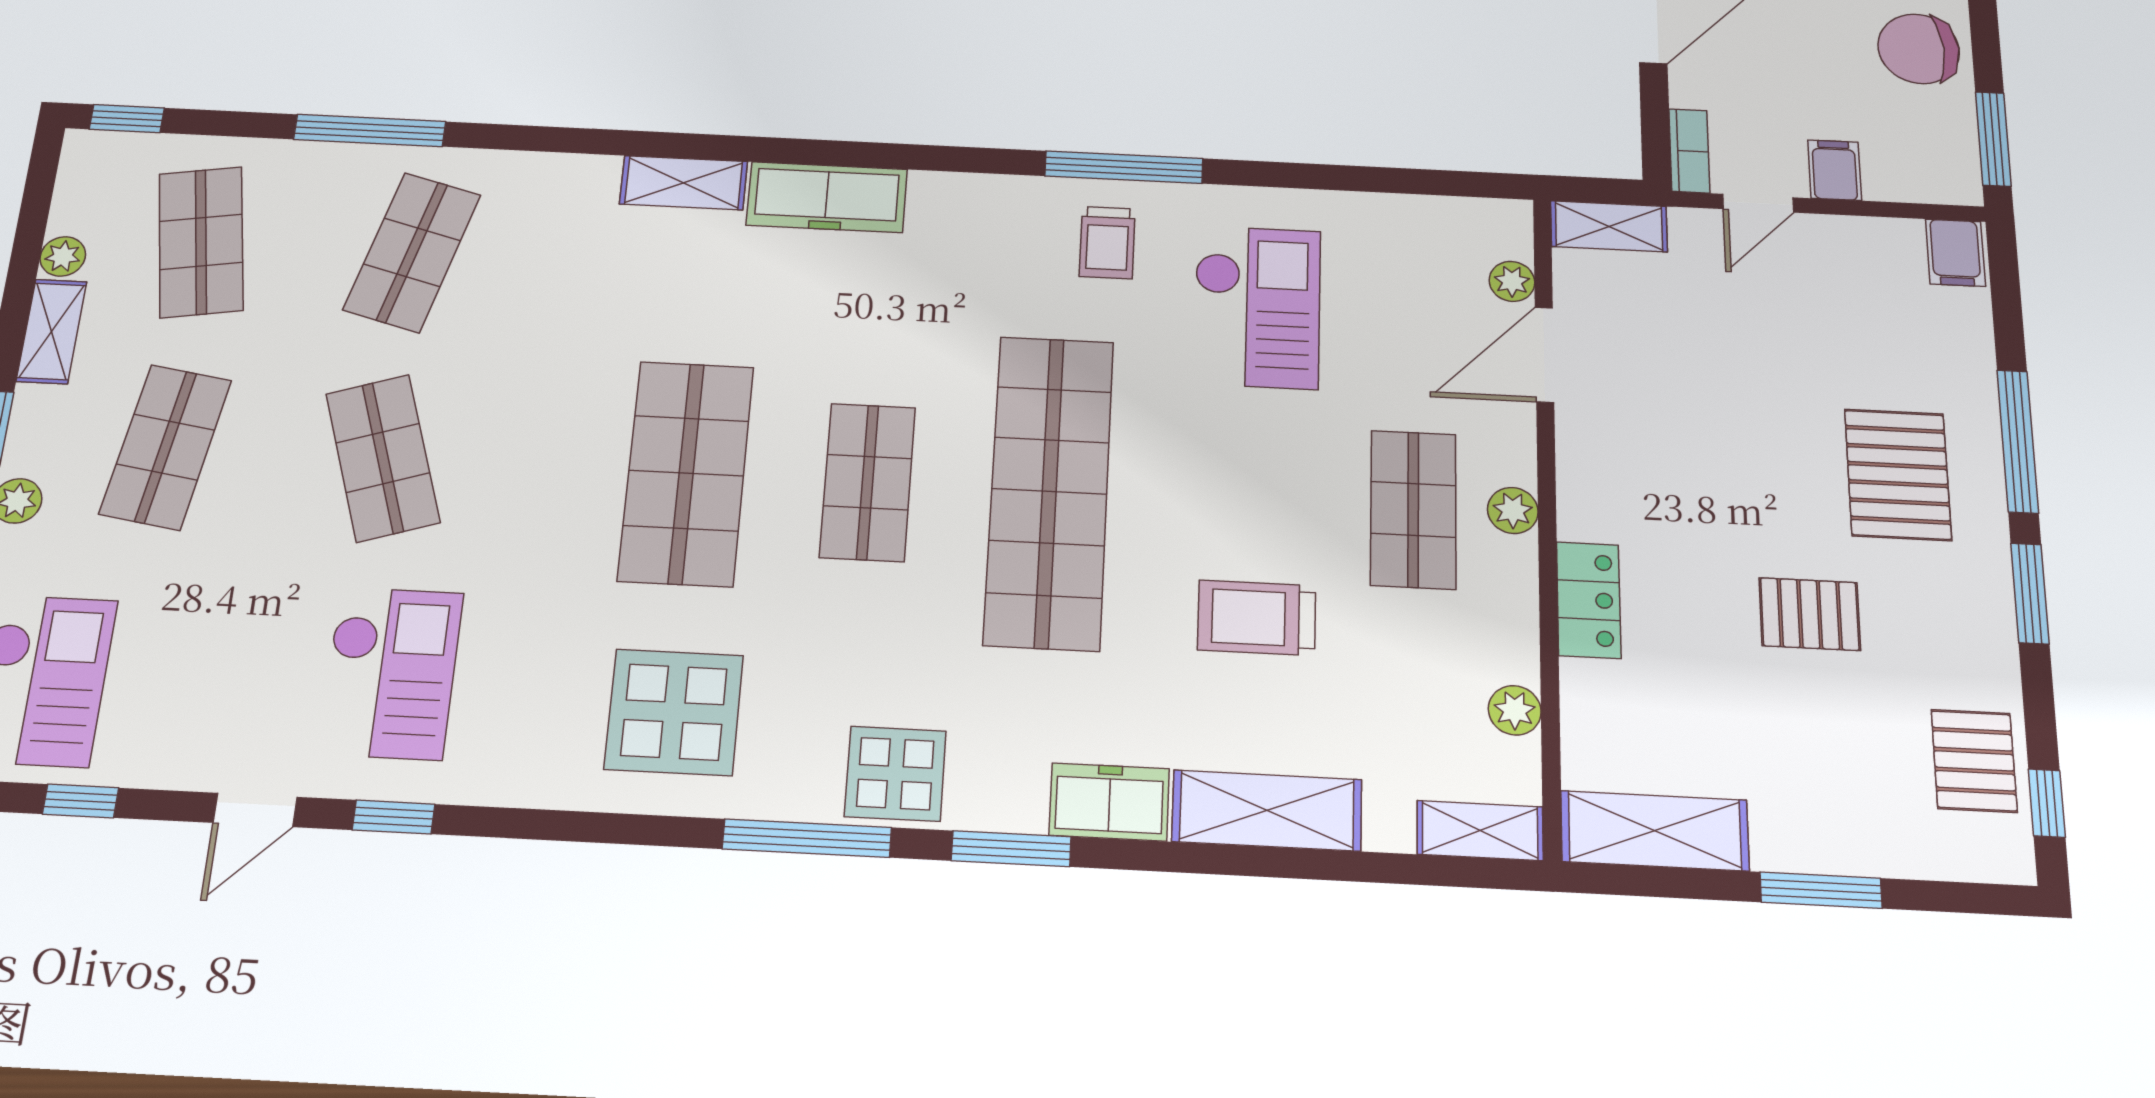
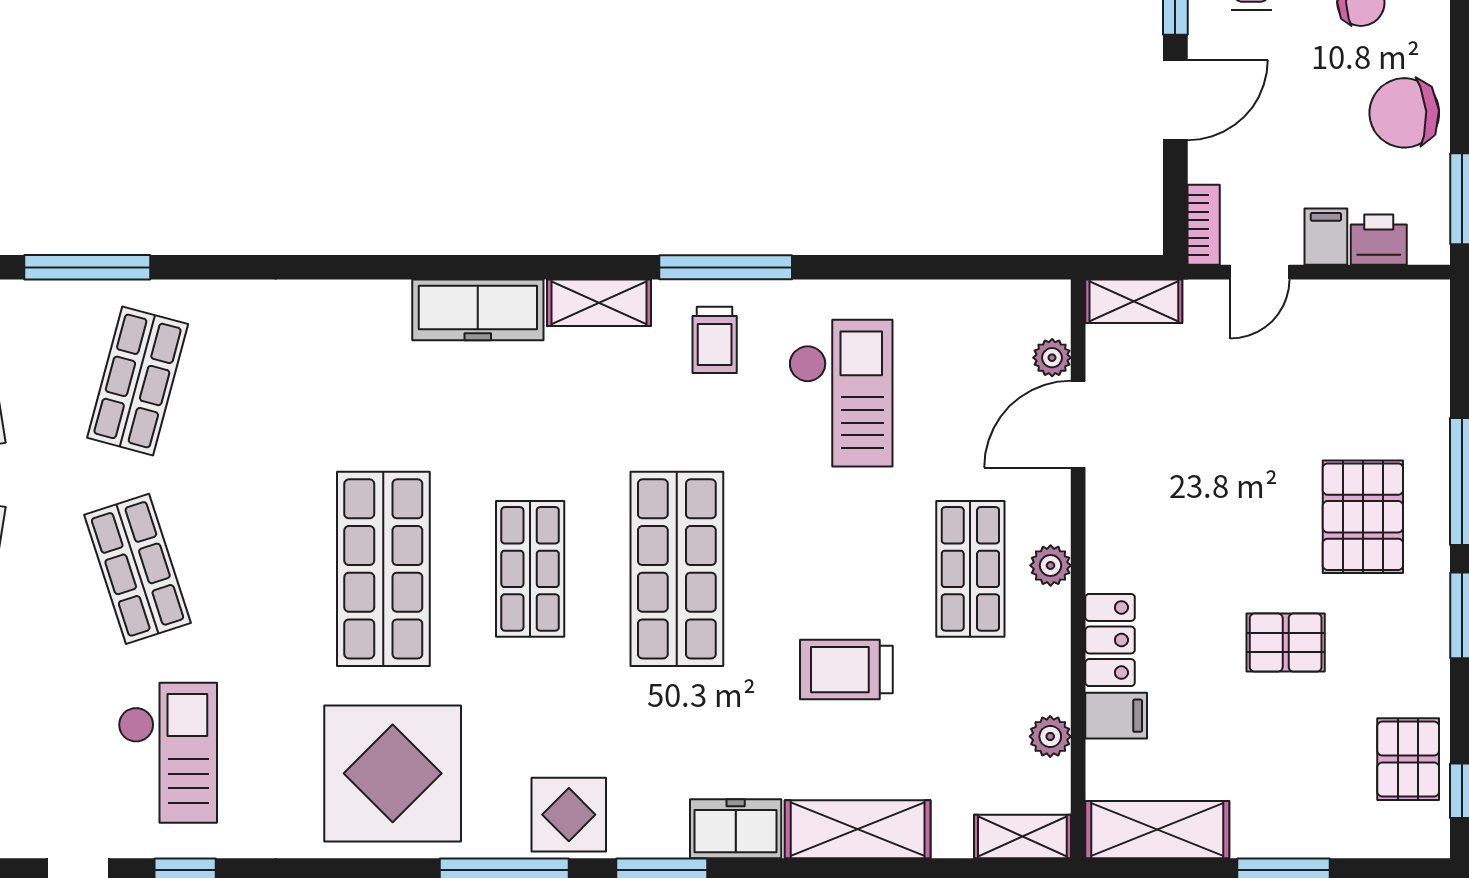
printer: (1897, 176) -> (1379, 240), added
shelving: (684, 183) -> (599, 303), moved
filing cabinet: (1955, 253) -> (1116, 716), moved, turned -90
shop shelf: (1049, 491) -> (677, 569), width x0.71
display table: (674, 712) -> (393, 773), width x1.36, depth x1.36

